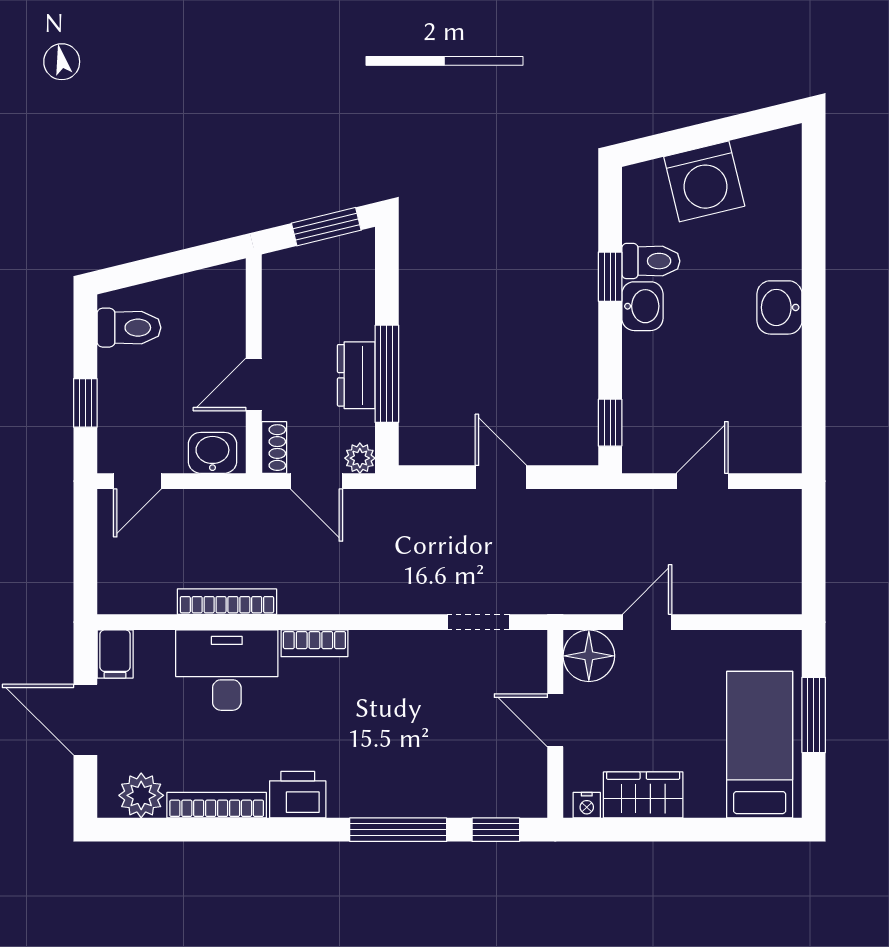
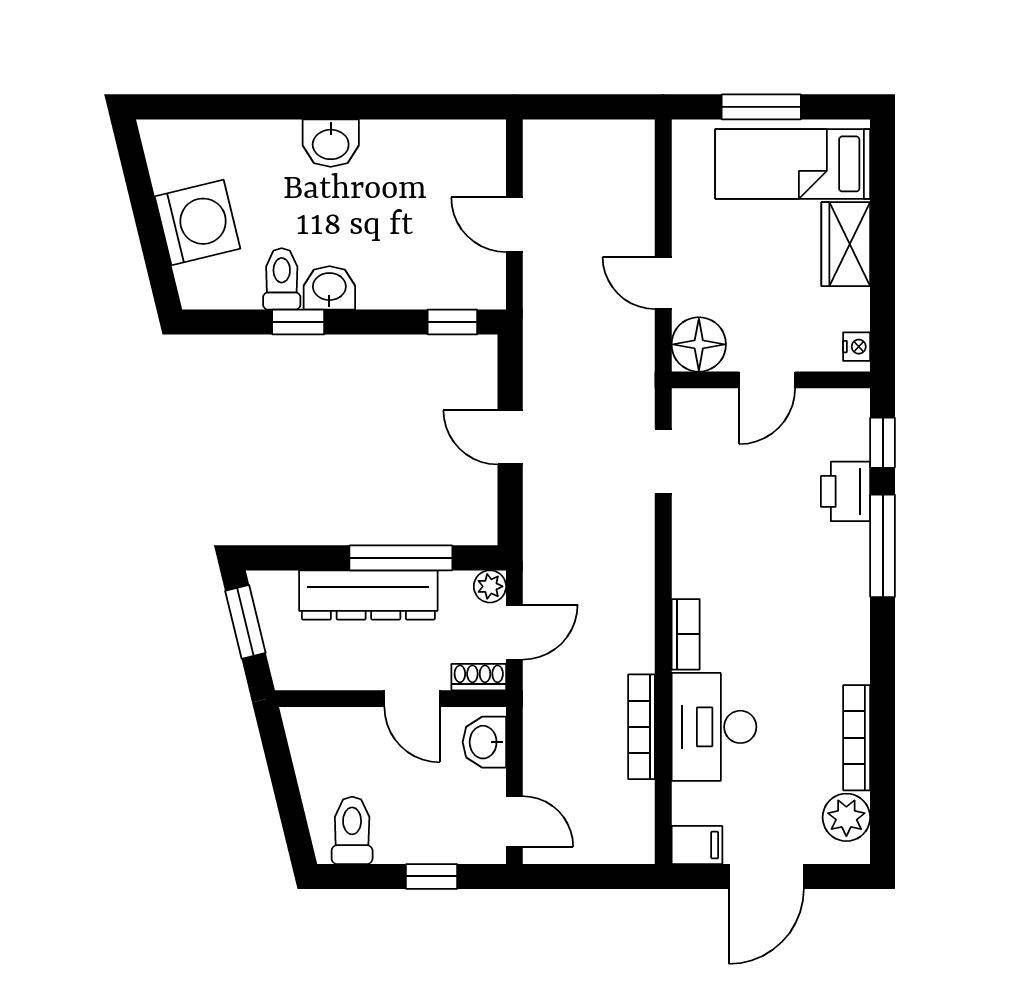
dresser: (356, 375) -> (368, 595), width x1.96, depth x1.24
door: (501, 477) -> (510, 437), hinge flipped
printer: (298, 795) -> (846, 491), moved
wardrobe: (643, 795) -> (846, 244), moved

